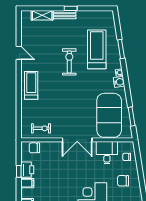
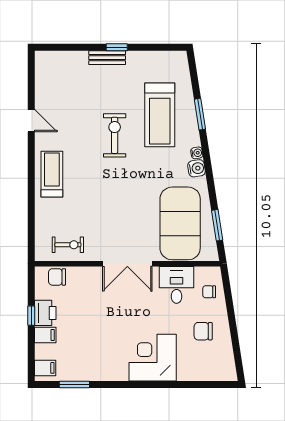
shelving: (42, 15) -> (70, 59), removed
treadmill: (97, 49) -> (160, 115), turned 180

